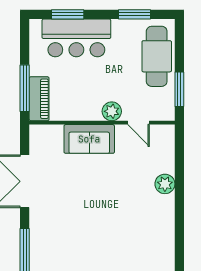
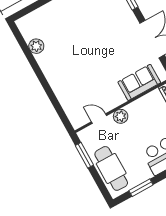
sofa: (89, 139) -> (139, 82), moved
plant: (165, 184) -> (36, 46), moved

